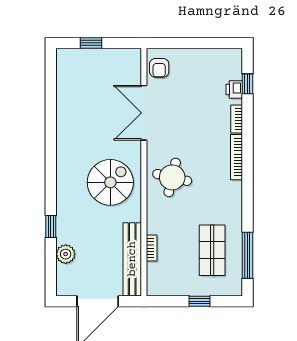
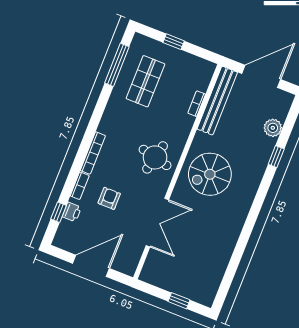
door: (193, 43) -> (91, 266), added
armchair: (159, 68) -> (109, 198), moved

